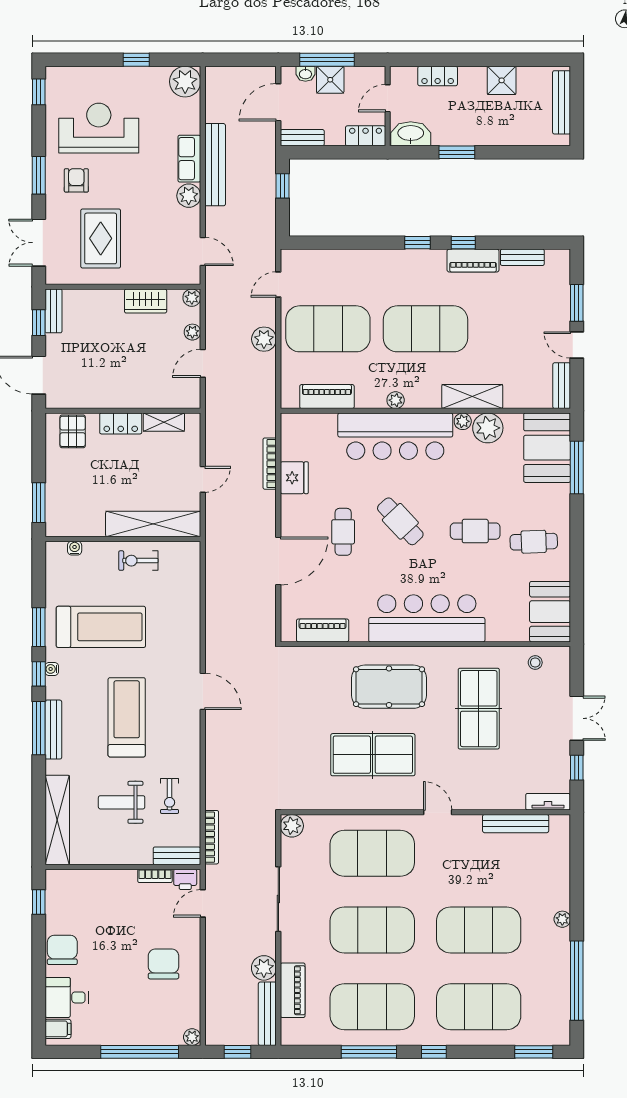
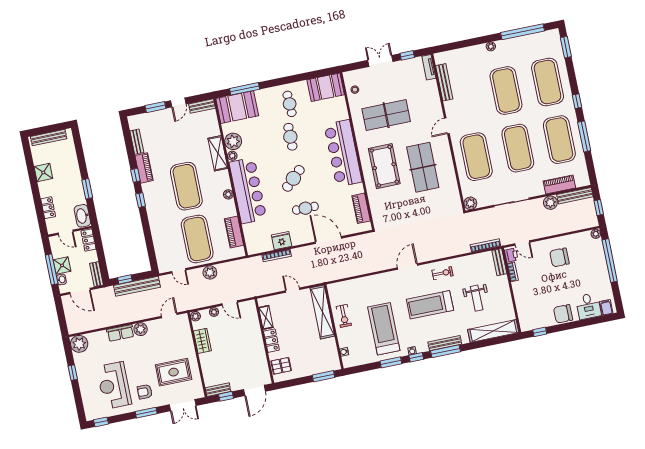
bench: (215, 165) -> (137, 286), moved
exercise bike: (170, 796) -> (443, 273), moved

